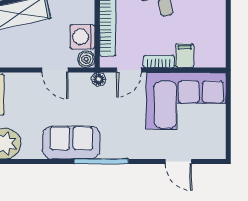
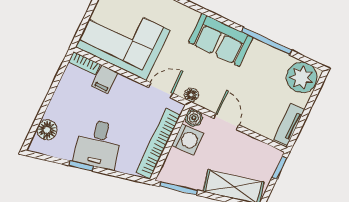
bookcase: (159, 61) -> (84, 63), moved
sofa: (71, 142) -> (221, 40), moved
window: (101, 161) -> (266, 41), moved

